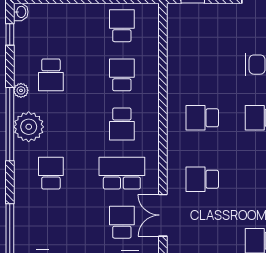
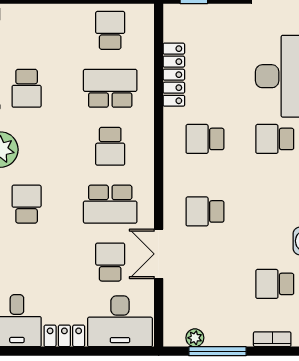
locker: (176, 63) -> (174, 75), added
school desk: (122, 75) -> (110, 88), width x1.85
school desk: (122, 173) -> (110, 204), turned 180

